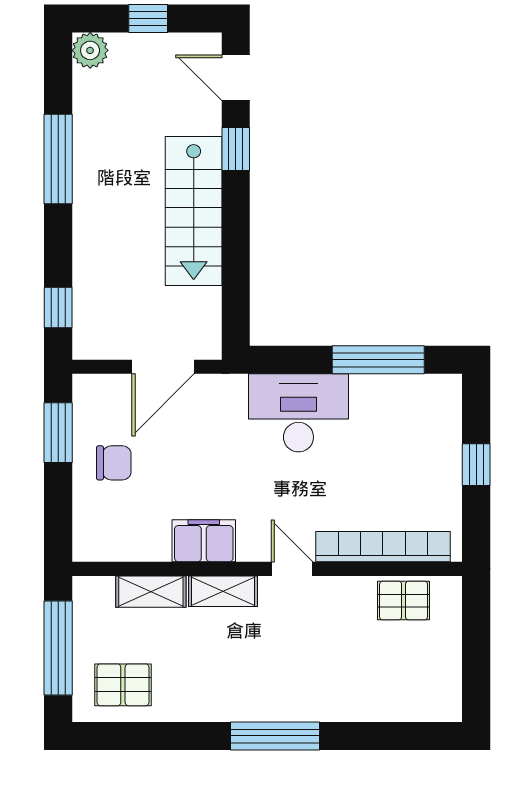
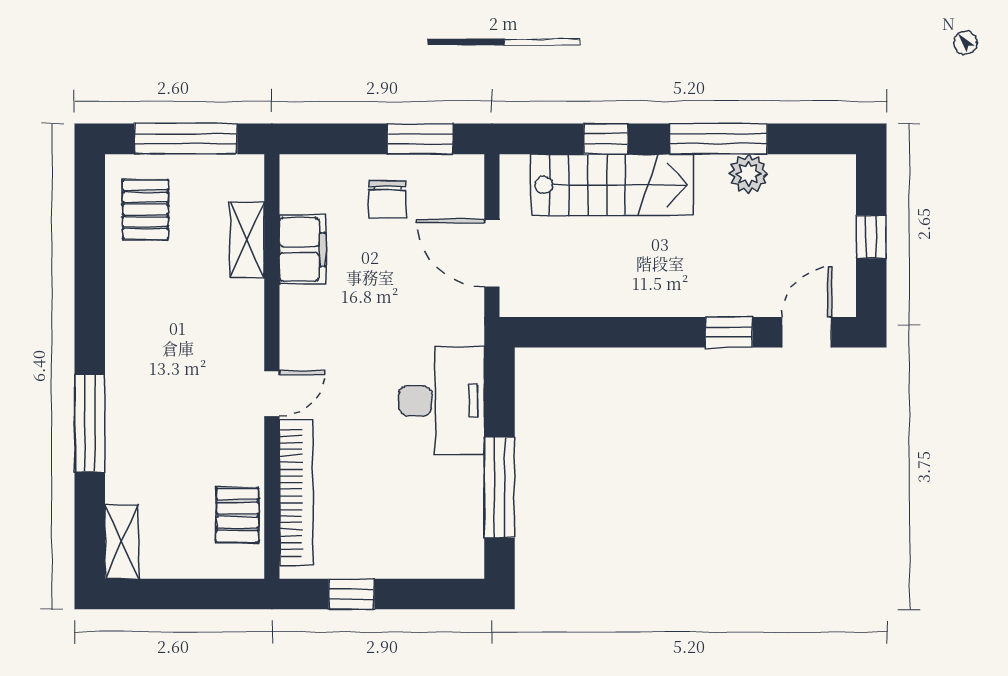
plant: (90, 50) -> (748, 174), moved
stairs: (194, 211) -> (612, 185), moved, turned 180
window: (58, 308) -> (606, 139), moved
window: (476, 465) -> (352, 594), moved
filing cabinet: (204, 541) -> (303, 250), moved
shelving: (223, 591) -> (122, 541), moved
window: (275, 736) -> (90, 423), moved

